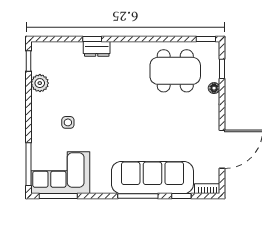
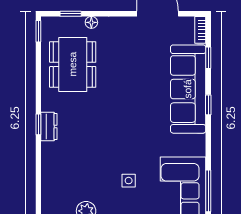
window: (92, 39) -> (38, 124), moved
dresser: (97, 49) -> (49, 127), moved
window: (138, 196) -> (208, 105), width x0.46

